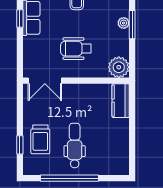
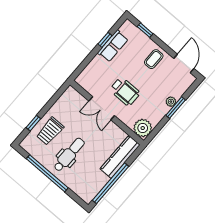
wheelchair: (76, 49) -> (125, 91), turned 180
double door: (45, 81) -> (102, 108), moved
kitchen counter: (121, 101) -> (120, 157), width x1.50
window: (132, 139) -> (111, 183), added

